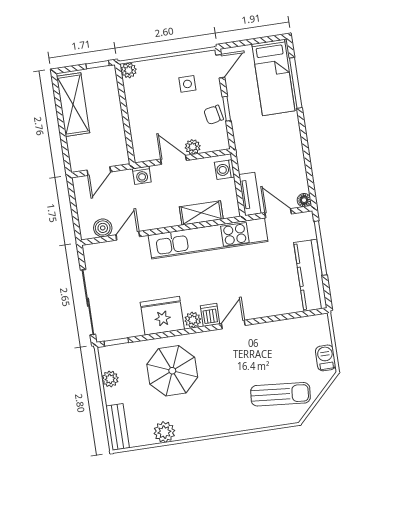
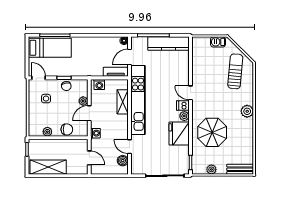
plant: (129, 70) -> (47, 132), moved
chair: (141, 127) -> (67, 129), added
plant: (164, 432) -> (247, 111), moved

